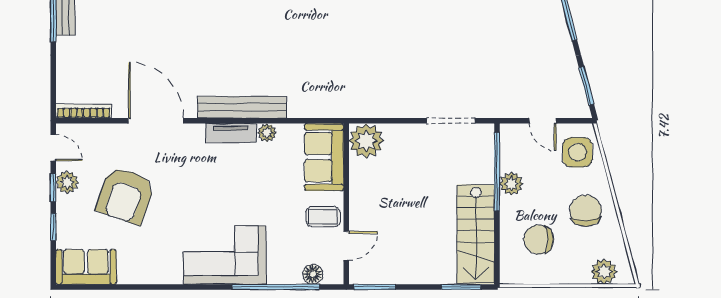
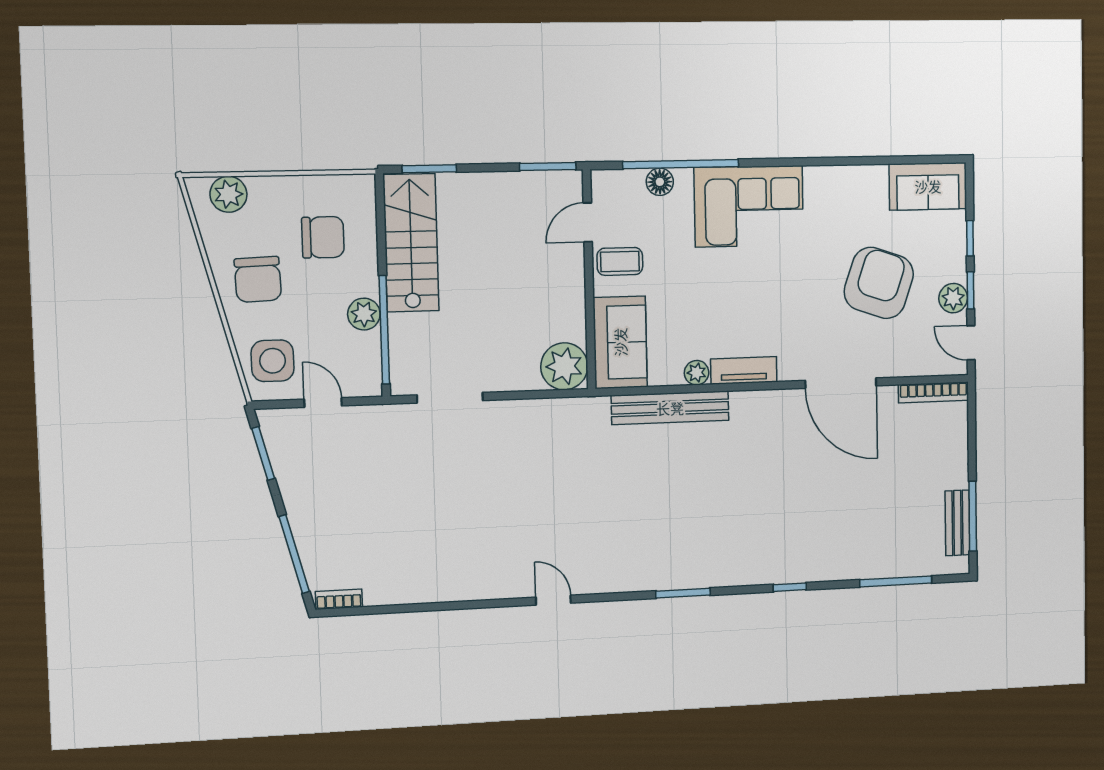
bench: (242, 107) -> (670, 408), moved
floor lamp: (313, 274) -> (660, 182), moved

